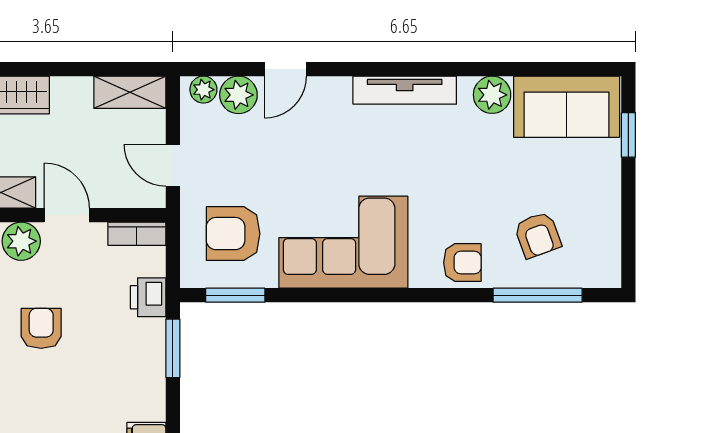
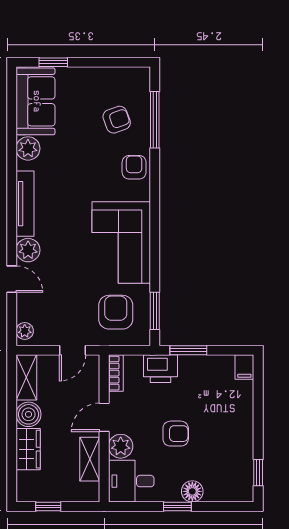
plant: (238, 95) -> (28, 250), moved
boiler: (72, 96) -> (28, 414), added
armchair: (233, 234) -> (116, 312), turned 180
printer: (148, 297) -> (160, 369), width x1.36, depth x1.24
armchair: (41, 328) -> (176, 434), turned 180

